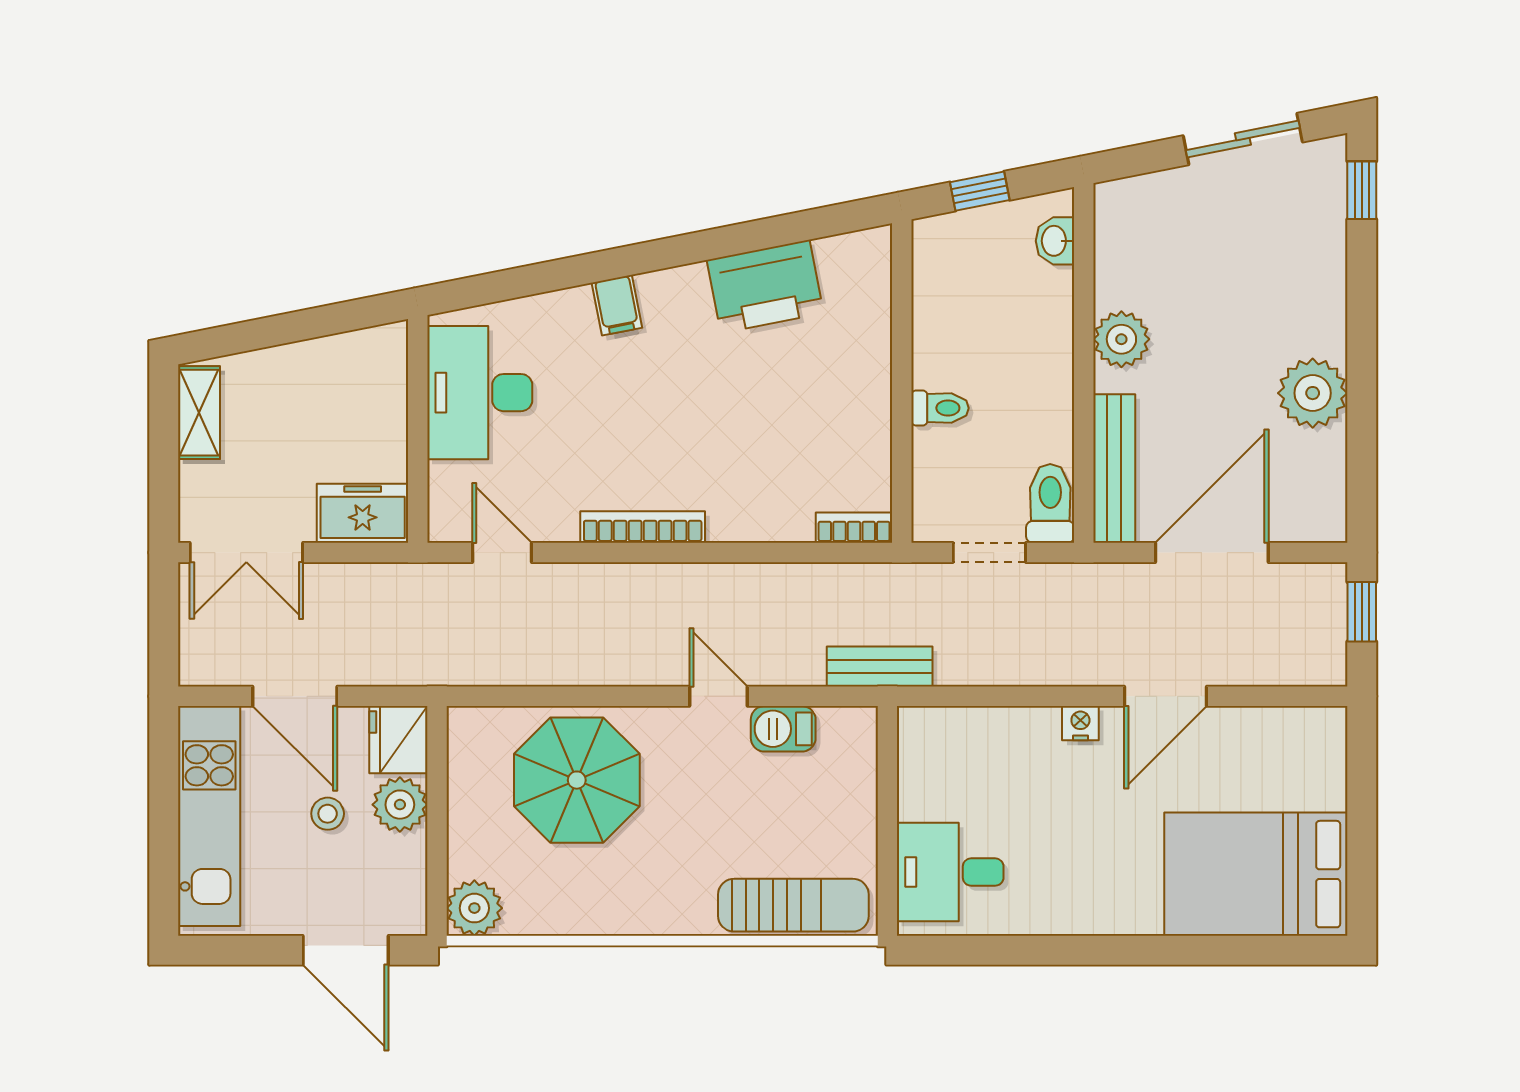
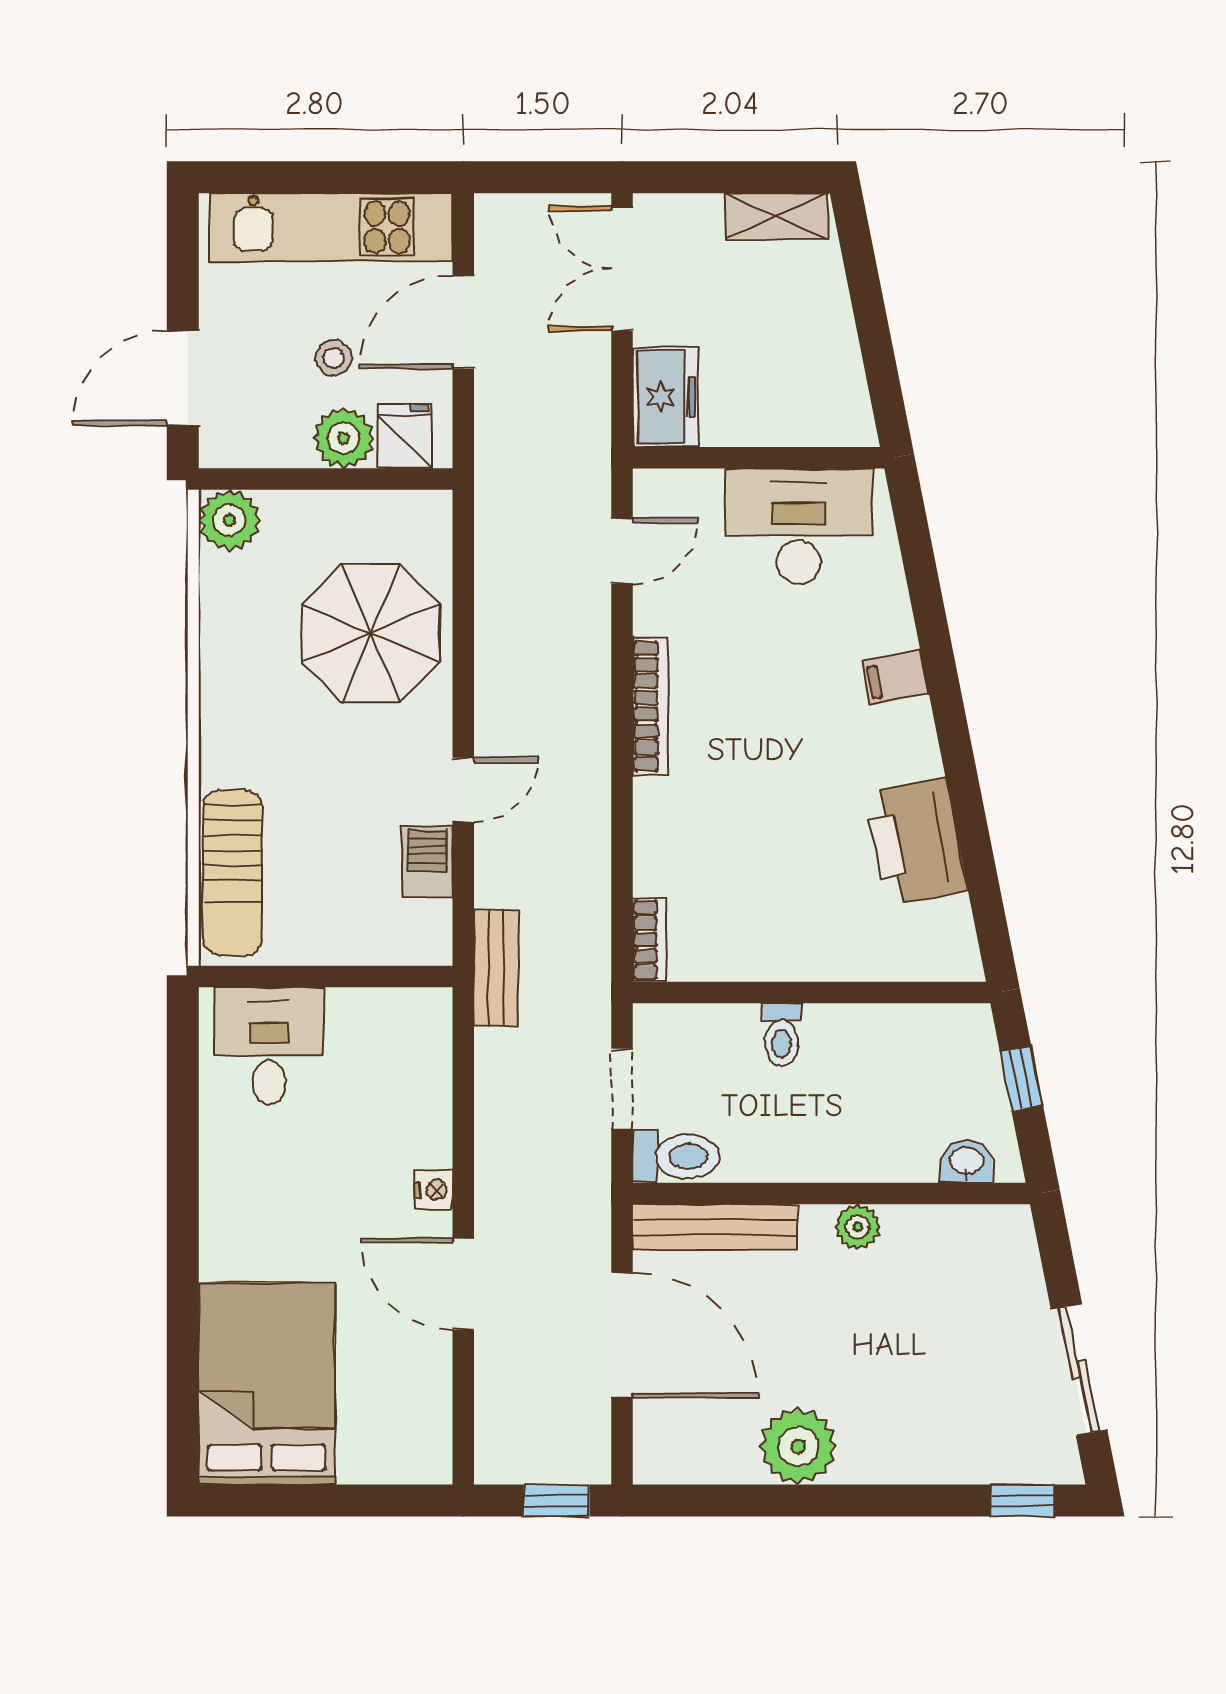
plant: (1121, 339) -> (858, 1227), width x0.73, depth x0.73
fridge: (398, 740) -> (405, 436), width x0.72

